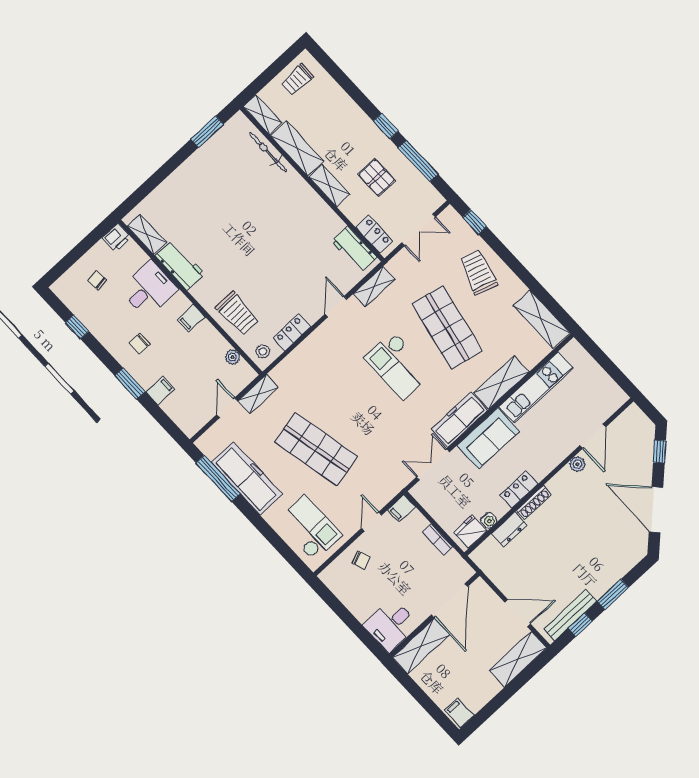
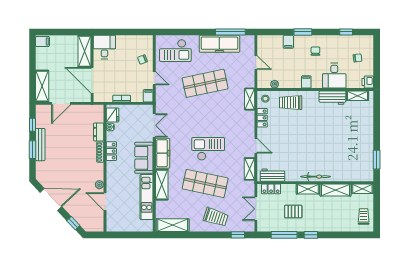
bicycle: (268, 152) -> (316, 177), moved
shelving: (258, 394) -> (250, 99), moved
bench: (570, 615) -> (40, 145), moved

